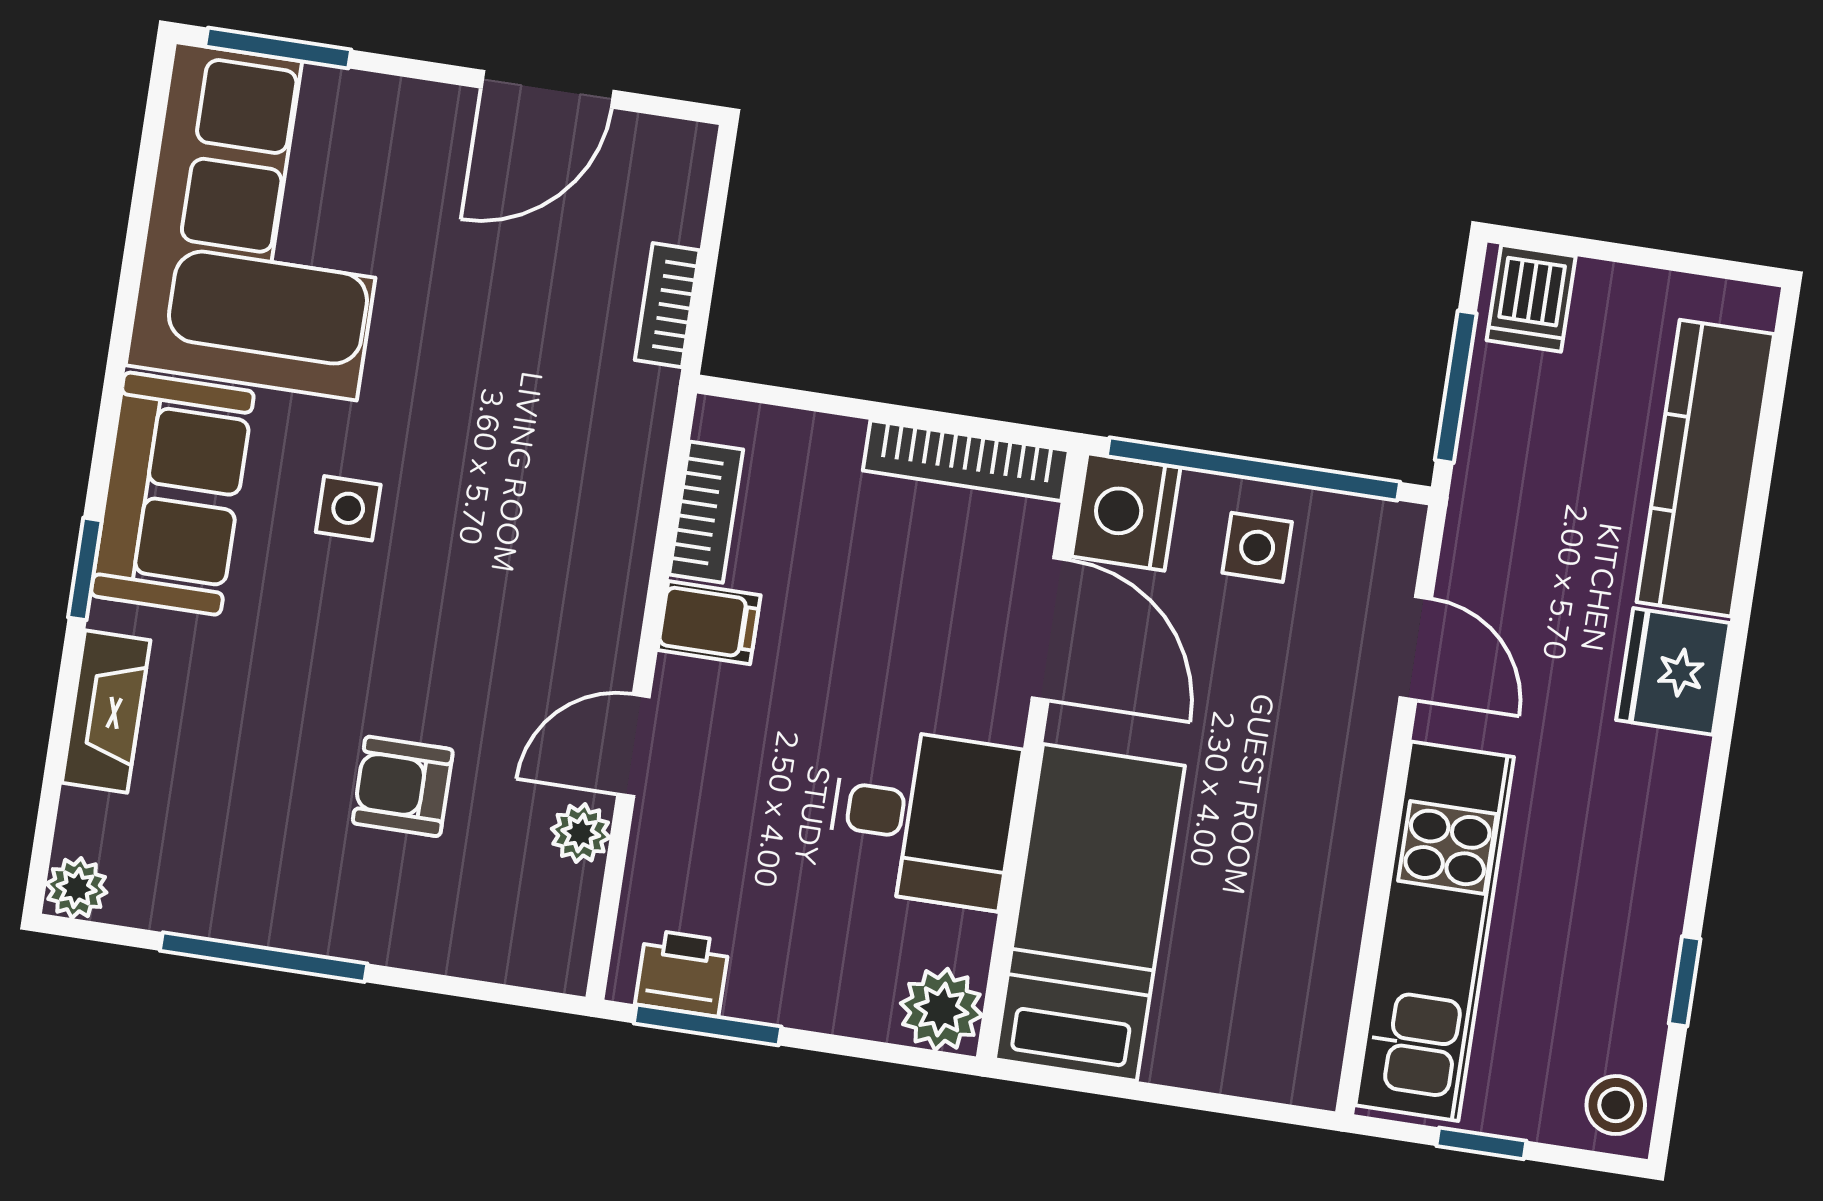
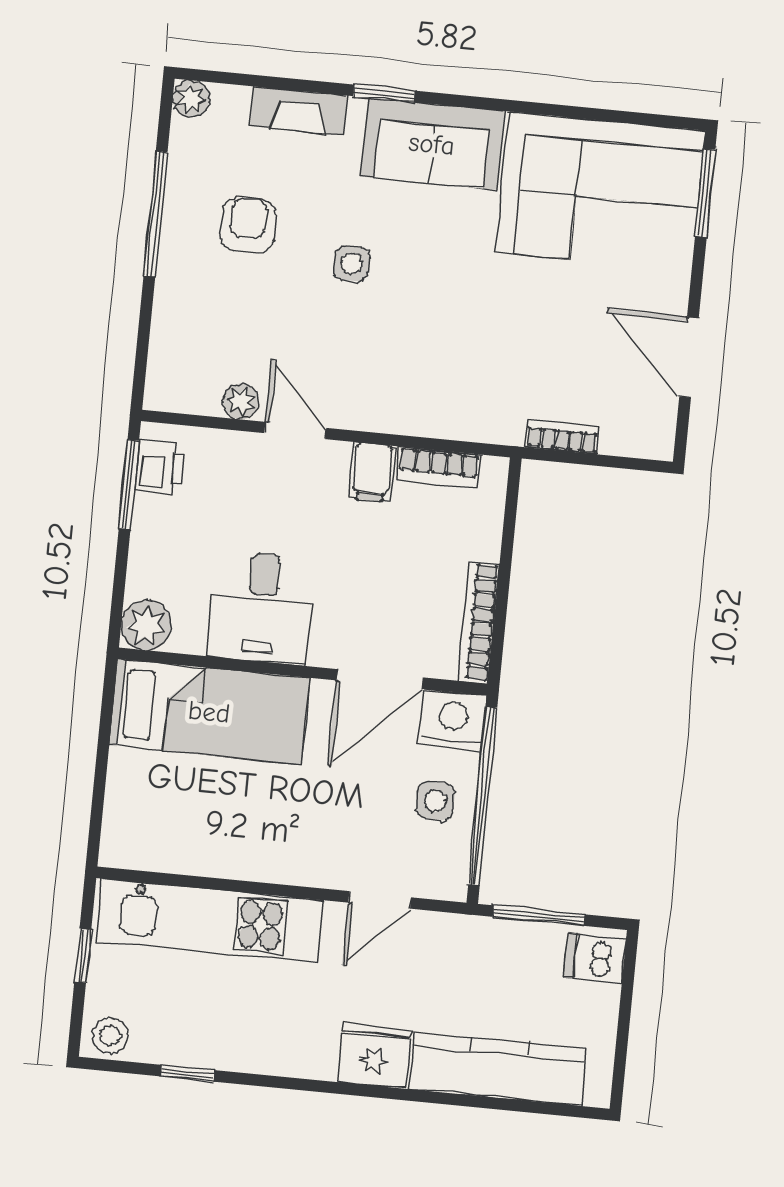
side table: (348, 508) -> (352, 263), moved
armchair: (403, 786) -> (248, 225), moved

